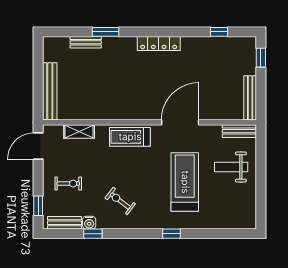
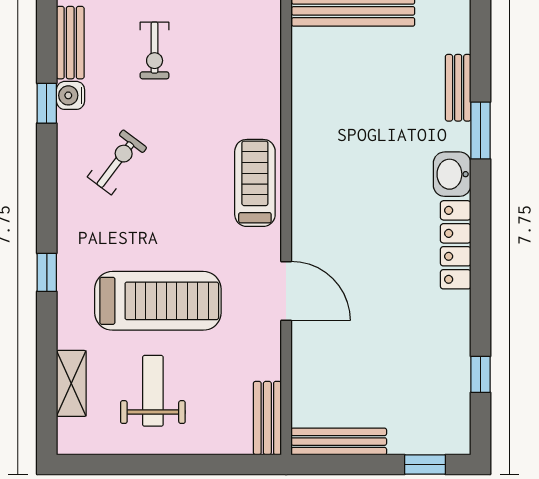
washbasin: (126, 45) -> (452, 174), added
door: (180, 122) -> (286, 291), width x0.73
shelving: (79, 131) -> (71, 383), moved
weight bench: (231, 167) -> (153, 391), moved

